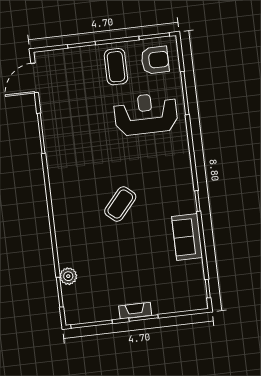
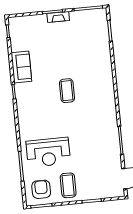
armchair: (155, 60) -> (41, 189), turned 90
coffee table: (120, 204) -> (67, 91), turned -41
plant: (68, 276) -> (104, 42), removed

